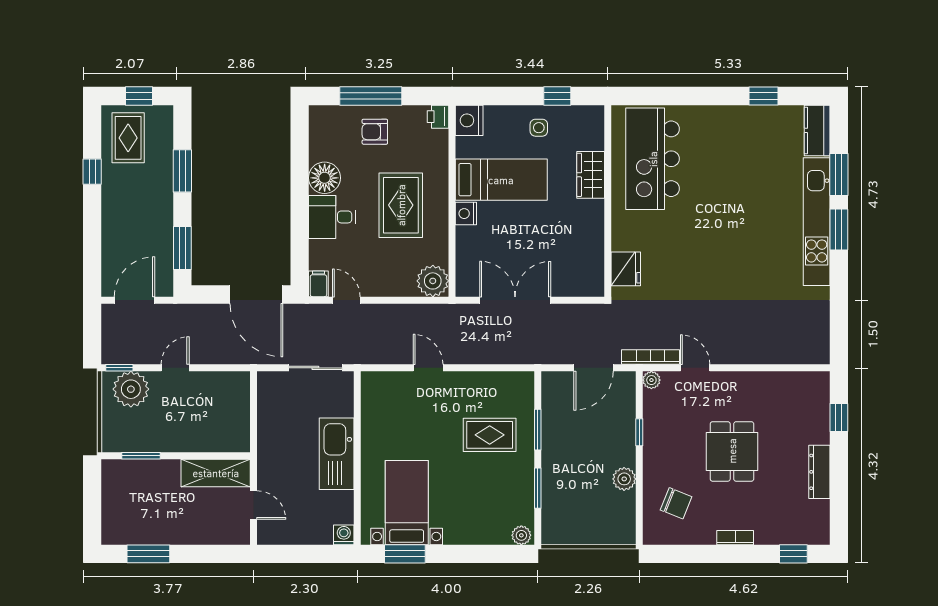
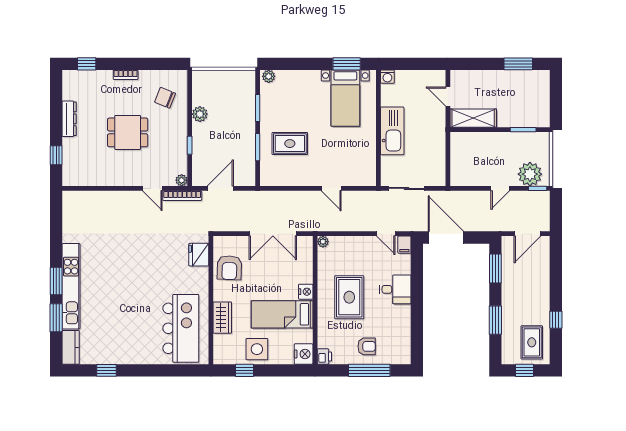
side table: (539, 128) -> (257, 349), width x1.87, depth x1.87
floor lamp: (325, 178) -> (400, 316), removed
armchair: (580, 249) -> (229, 268), added
plant: (433, 281) -> (323, 242), width x0.53, depth x0.53
dining table: (732, 451) -> (128, 132), turned 90

